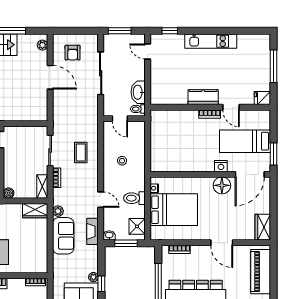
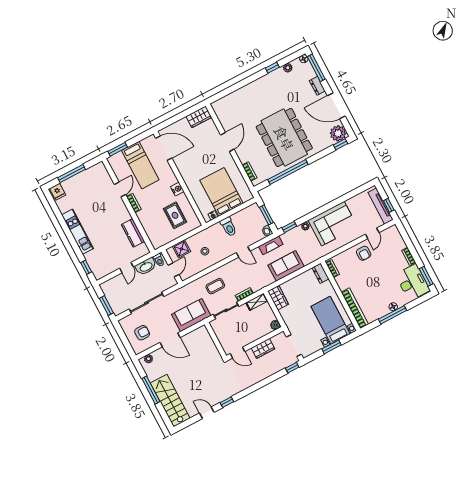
door: (148, 51) -> (127, 268), moved
door: (50, 77) -> (170, 340), swing flipped
kitchen counter: (203, 97) -> (133, 233), moved
fridge: (262, 98) -> (58, 192), moved
sofa: (64, 112) -> (191, 315), added
rug: (175, 150) -> (175, 215), added
window: (273, 154) -> (118, 149), moved
nightstand: (221, 166) -> (177, 189), moved
floor lamp: (222, 185) -> (183, 165), removed
door: (101, 200) -> (243, 252), swing flipped
plant: (58, 211) -> (269, 280), removed
shower: (137, 226) -> (181, 249), moved
dresser: (37, 267) -> (320, 273), added
piano: (261, 272) -> (234, 101), removed
window: (101, 284) -> (289, 227), moved

